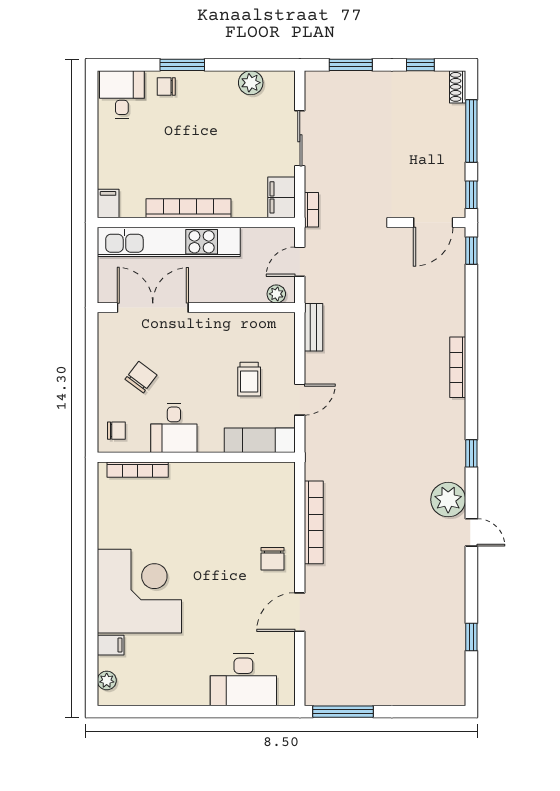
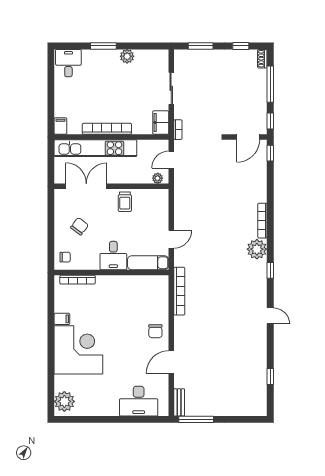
plant: (251, 83) -> (127, 56), moved
chair: (166, 87) -> (94, 58), removed
bench: (314, 327) -> (179, 402), moved
trolley: (249, 379) -> (125, 202), moved
desk: (174, 428) -> (113, 256), moved
plant: (448, 500) -> (257, 249), moved
bookcase: (314, 522) -> (179, 291), moved
filing cabinet: (111, 645) -> (62, 319), moved
plant: (107, 680) -> (64, 401), width x1.87, depth x1.87

